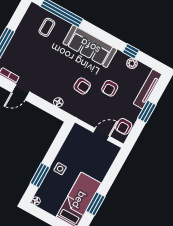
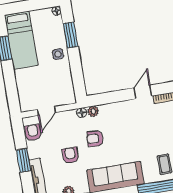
floor lamp: (58, 102) -> (82, 113), moved
plant: (68, 107) -> (93, 111), added

